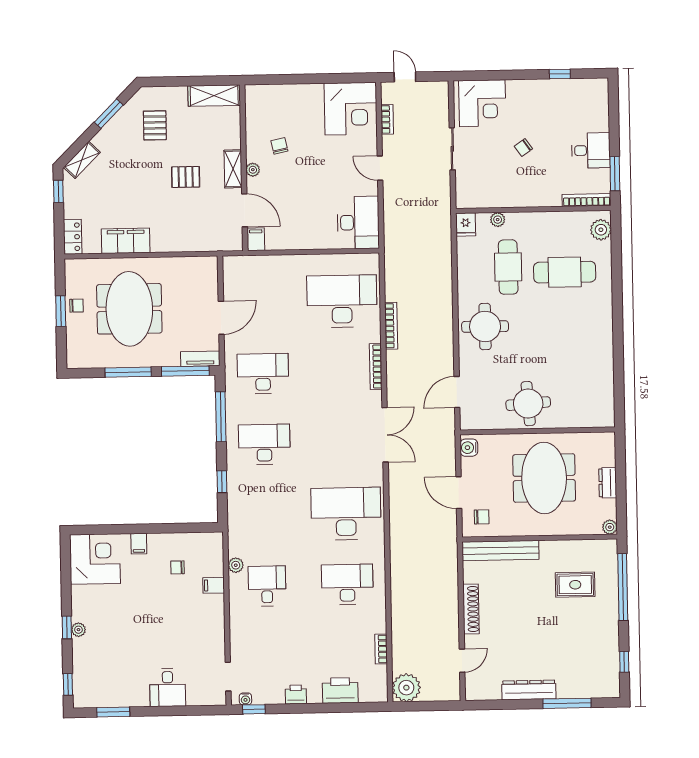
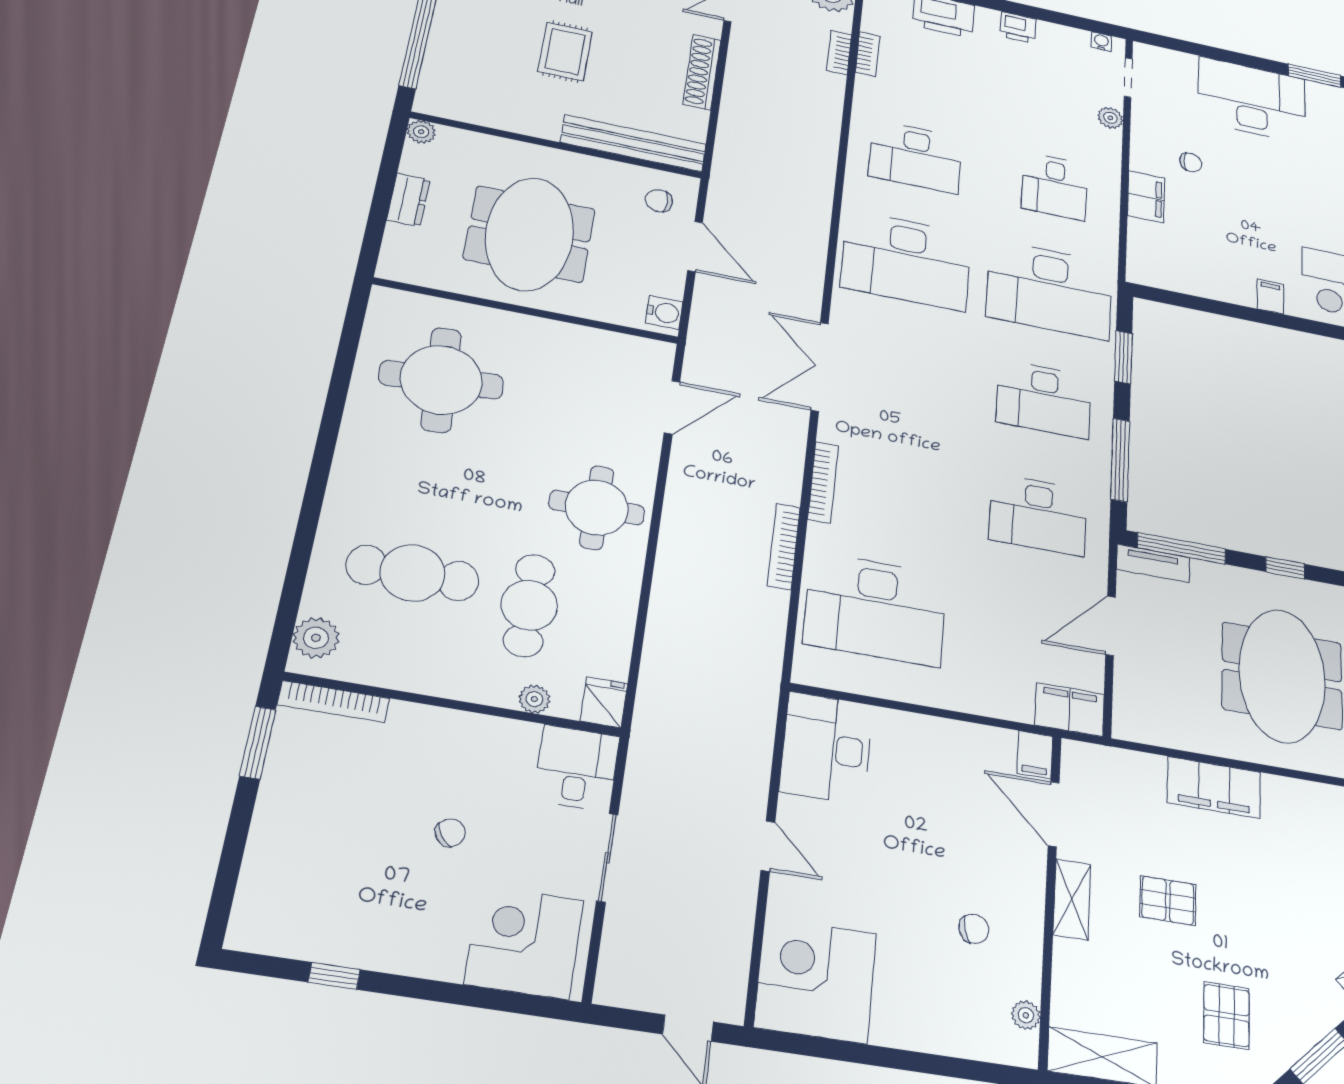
bookcase: (387, 119) -> (839, 53), moved
chair: (279, 146) -> (974, 929), turned -92
desk: (591, 150) -> (577, 768), moved, turned 90
plant: (253, 170) -> (1026, 1015), moved
filing cabinet: (126, 241) -> (1214, 787), moved
filing cabinet: (240, 267) -> (1070, 710), added
window: (128, 372) -> (1285, 568), width x0.46
round table: (528, 404) -> (441, 380), moved, width x1.36, depth x1.36
window: (222, 482) -> (1123, 357), width x1.50
desk: (266, 515) -> (1049, 290), added
plant: (236, 565) -> (1110, 118), moved
chair: (178, 567) -> (1191, 162), moved
filing cabinet: (214, 585) -> (1146, 197), width x2.00
rug: (575, 585) -> (565, 52), moved, turned 90
desk: (168, 687) -> (1252, 100), width x1.87, depth x1.30
window: (254, 709) -> (1088, 25), removed

